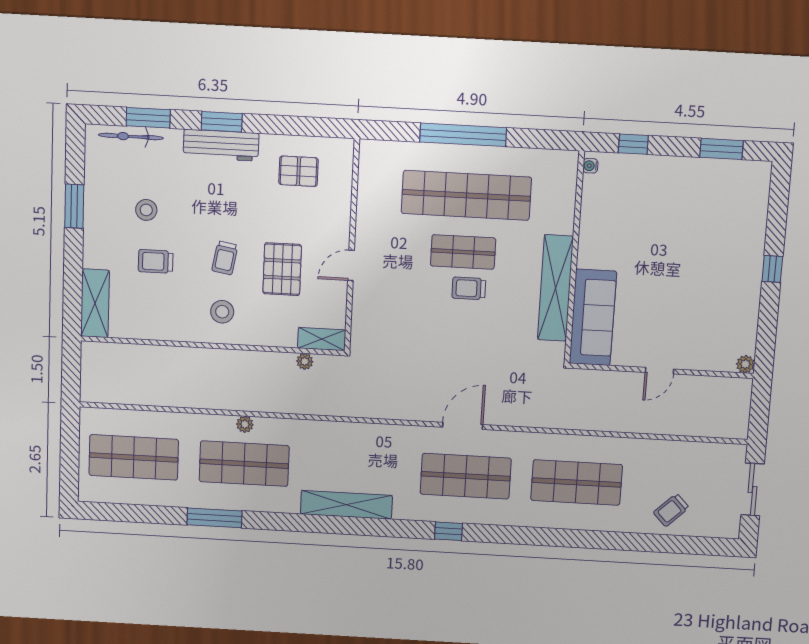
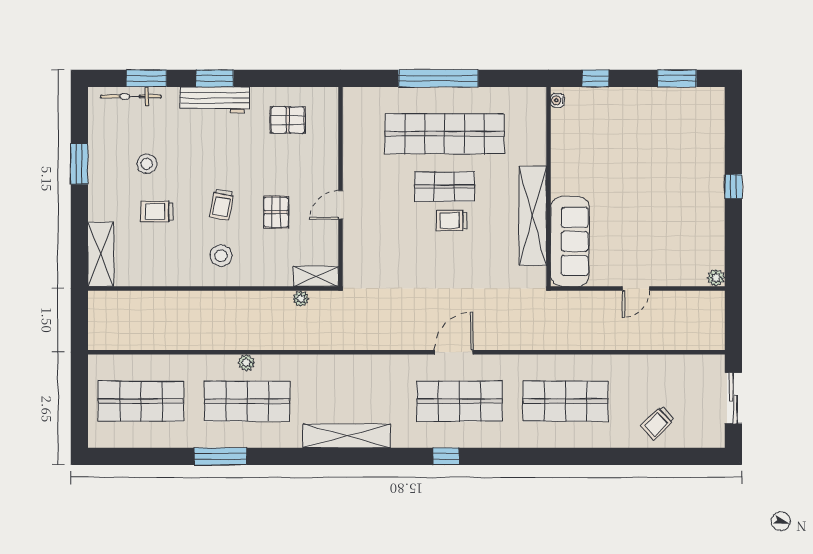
pallet: (282, 269) -> (276, 212), width x0.67, depth x0.71

